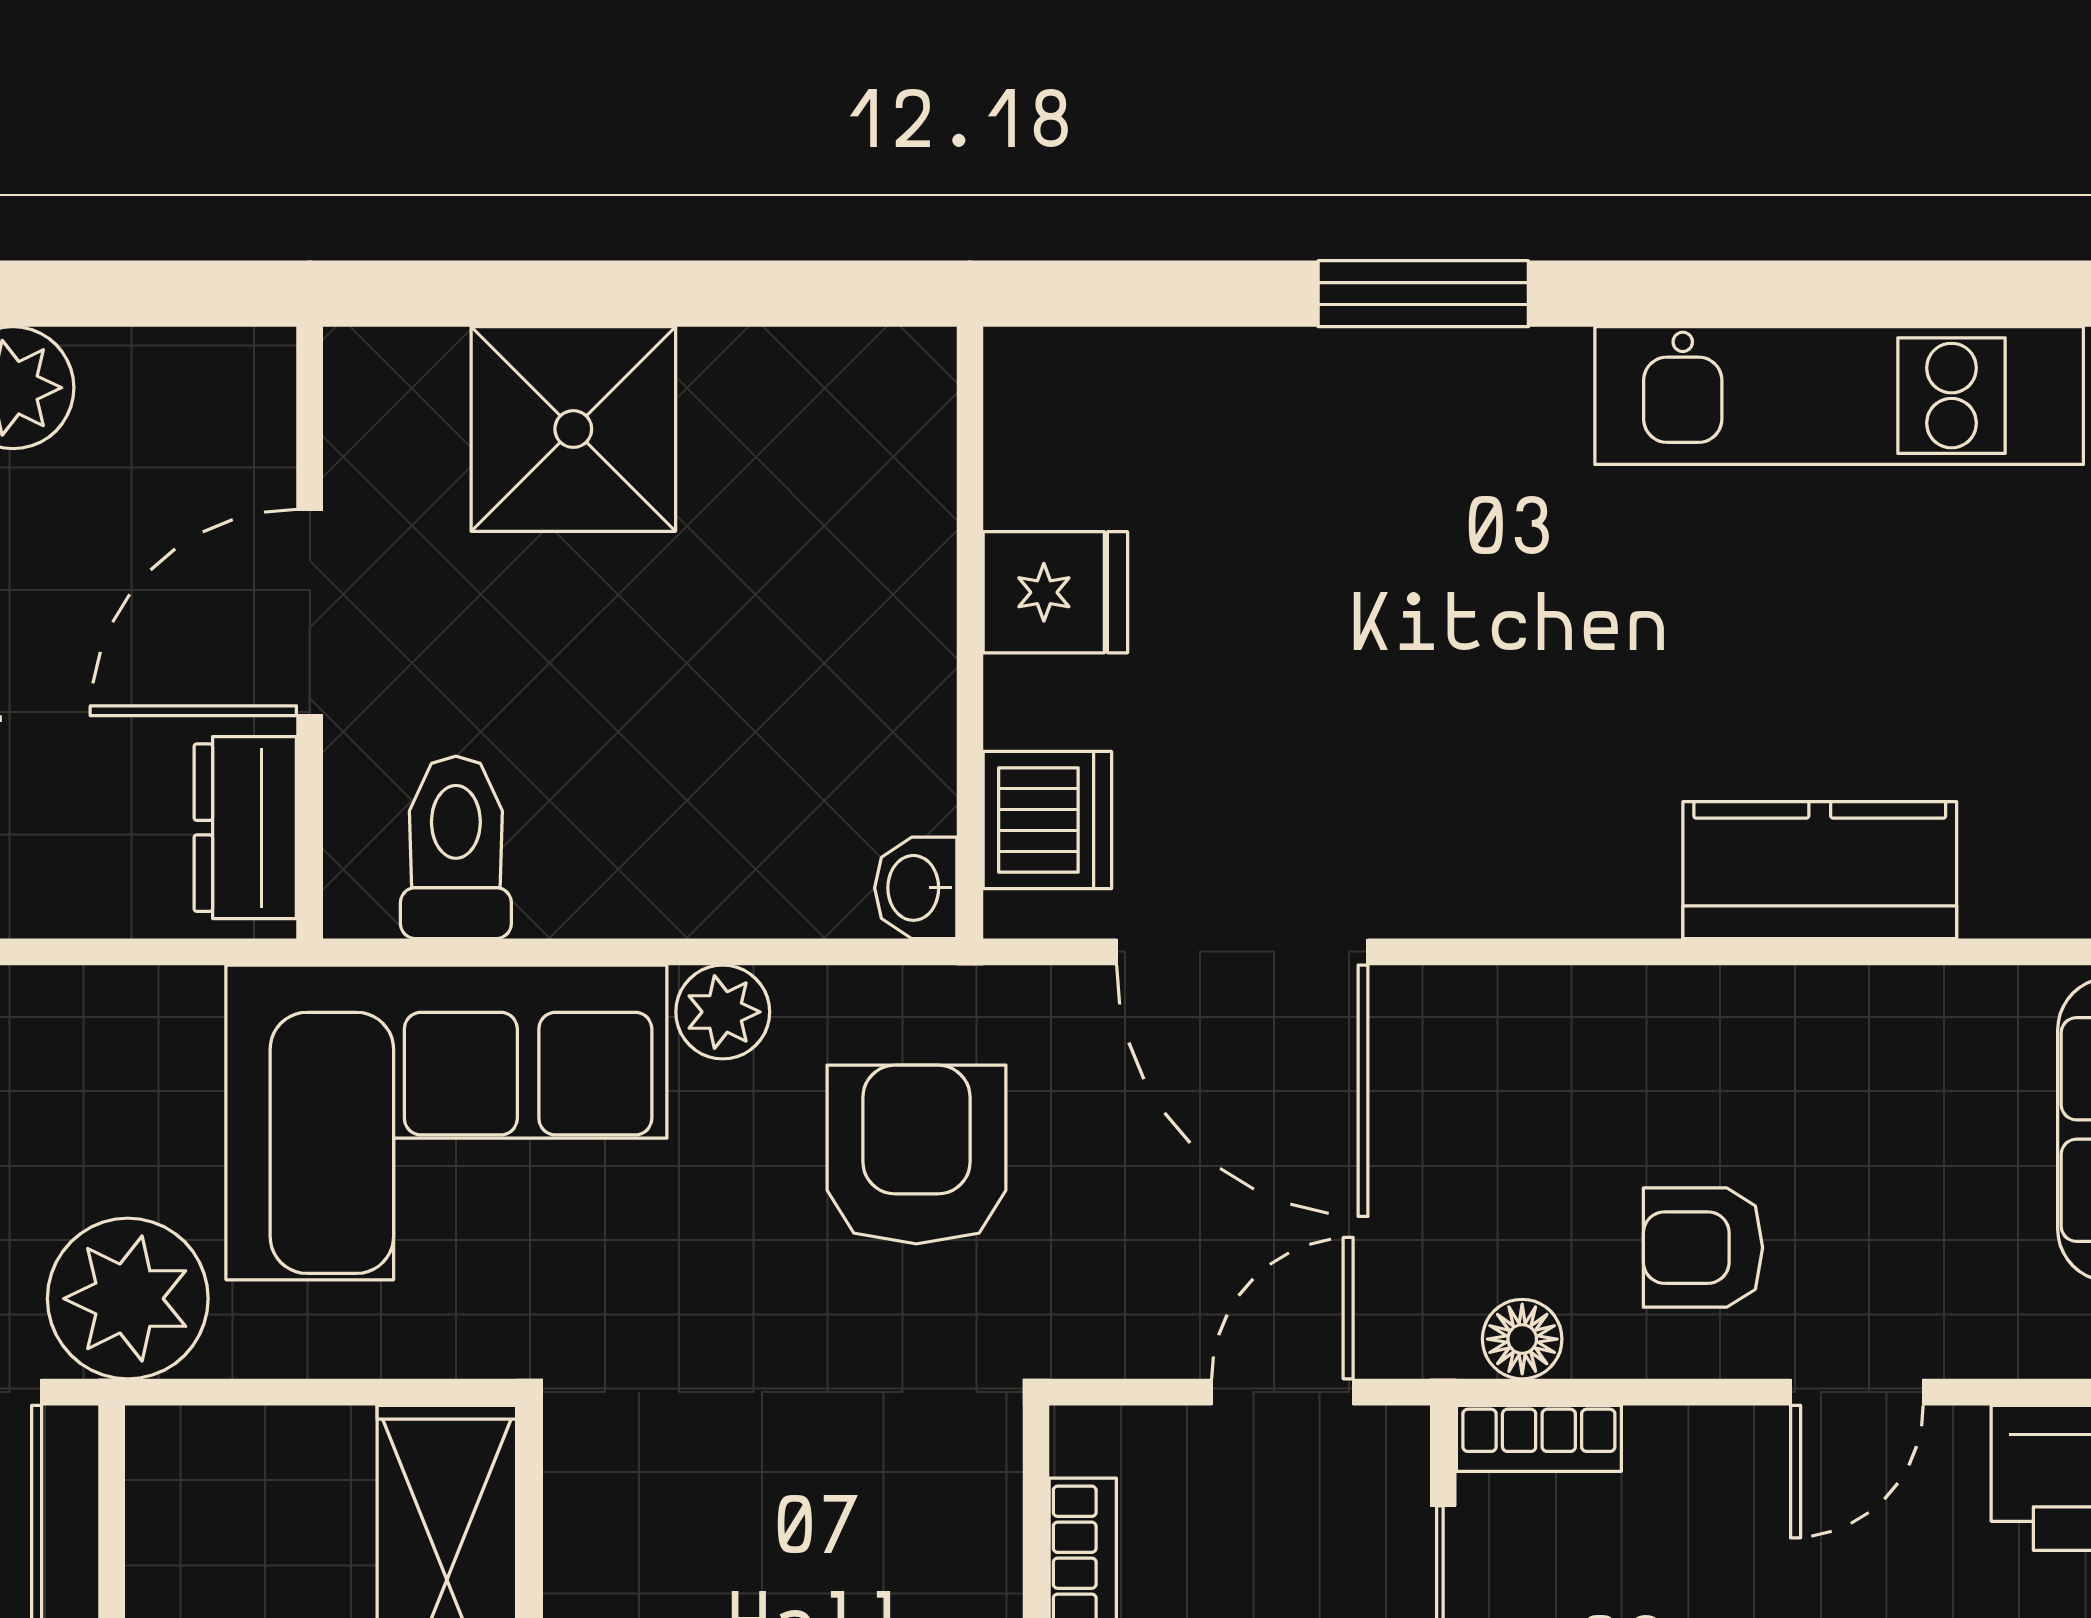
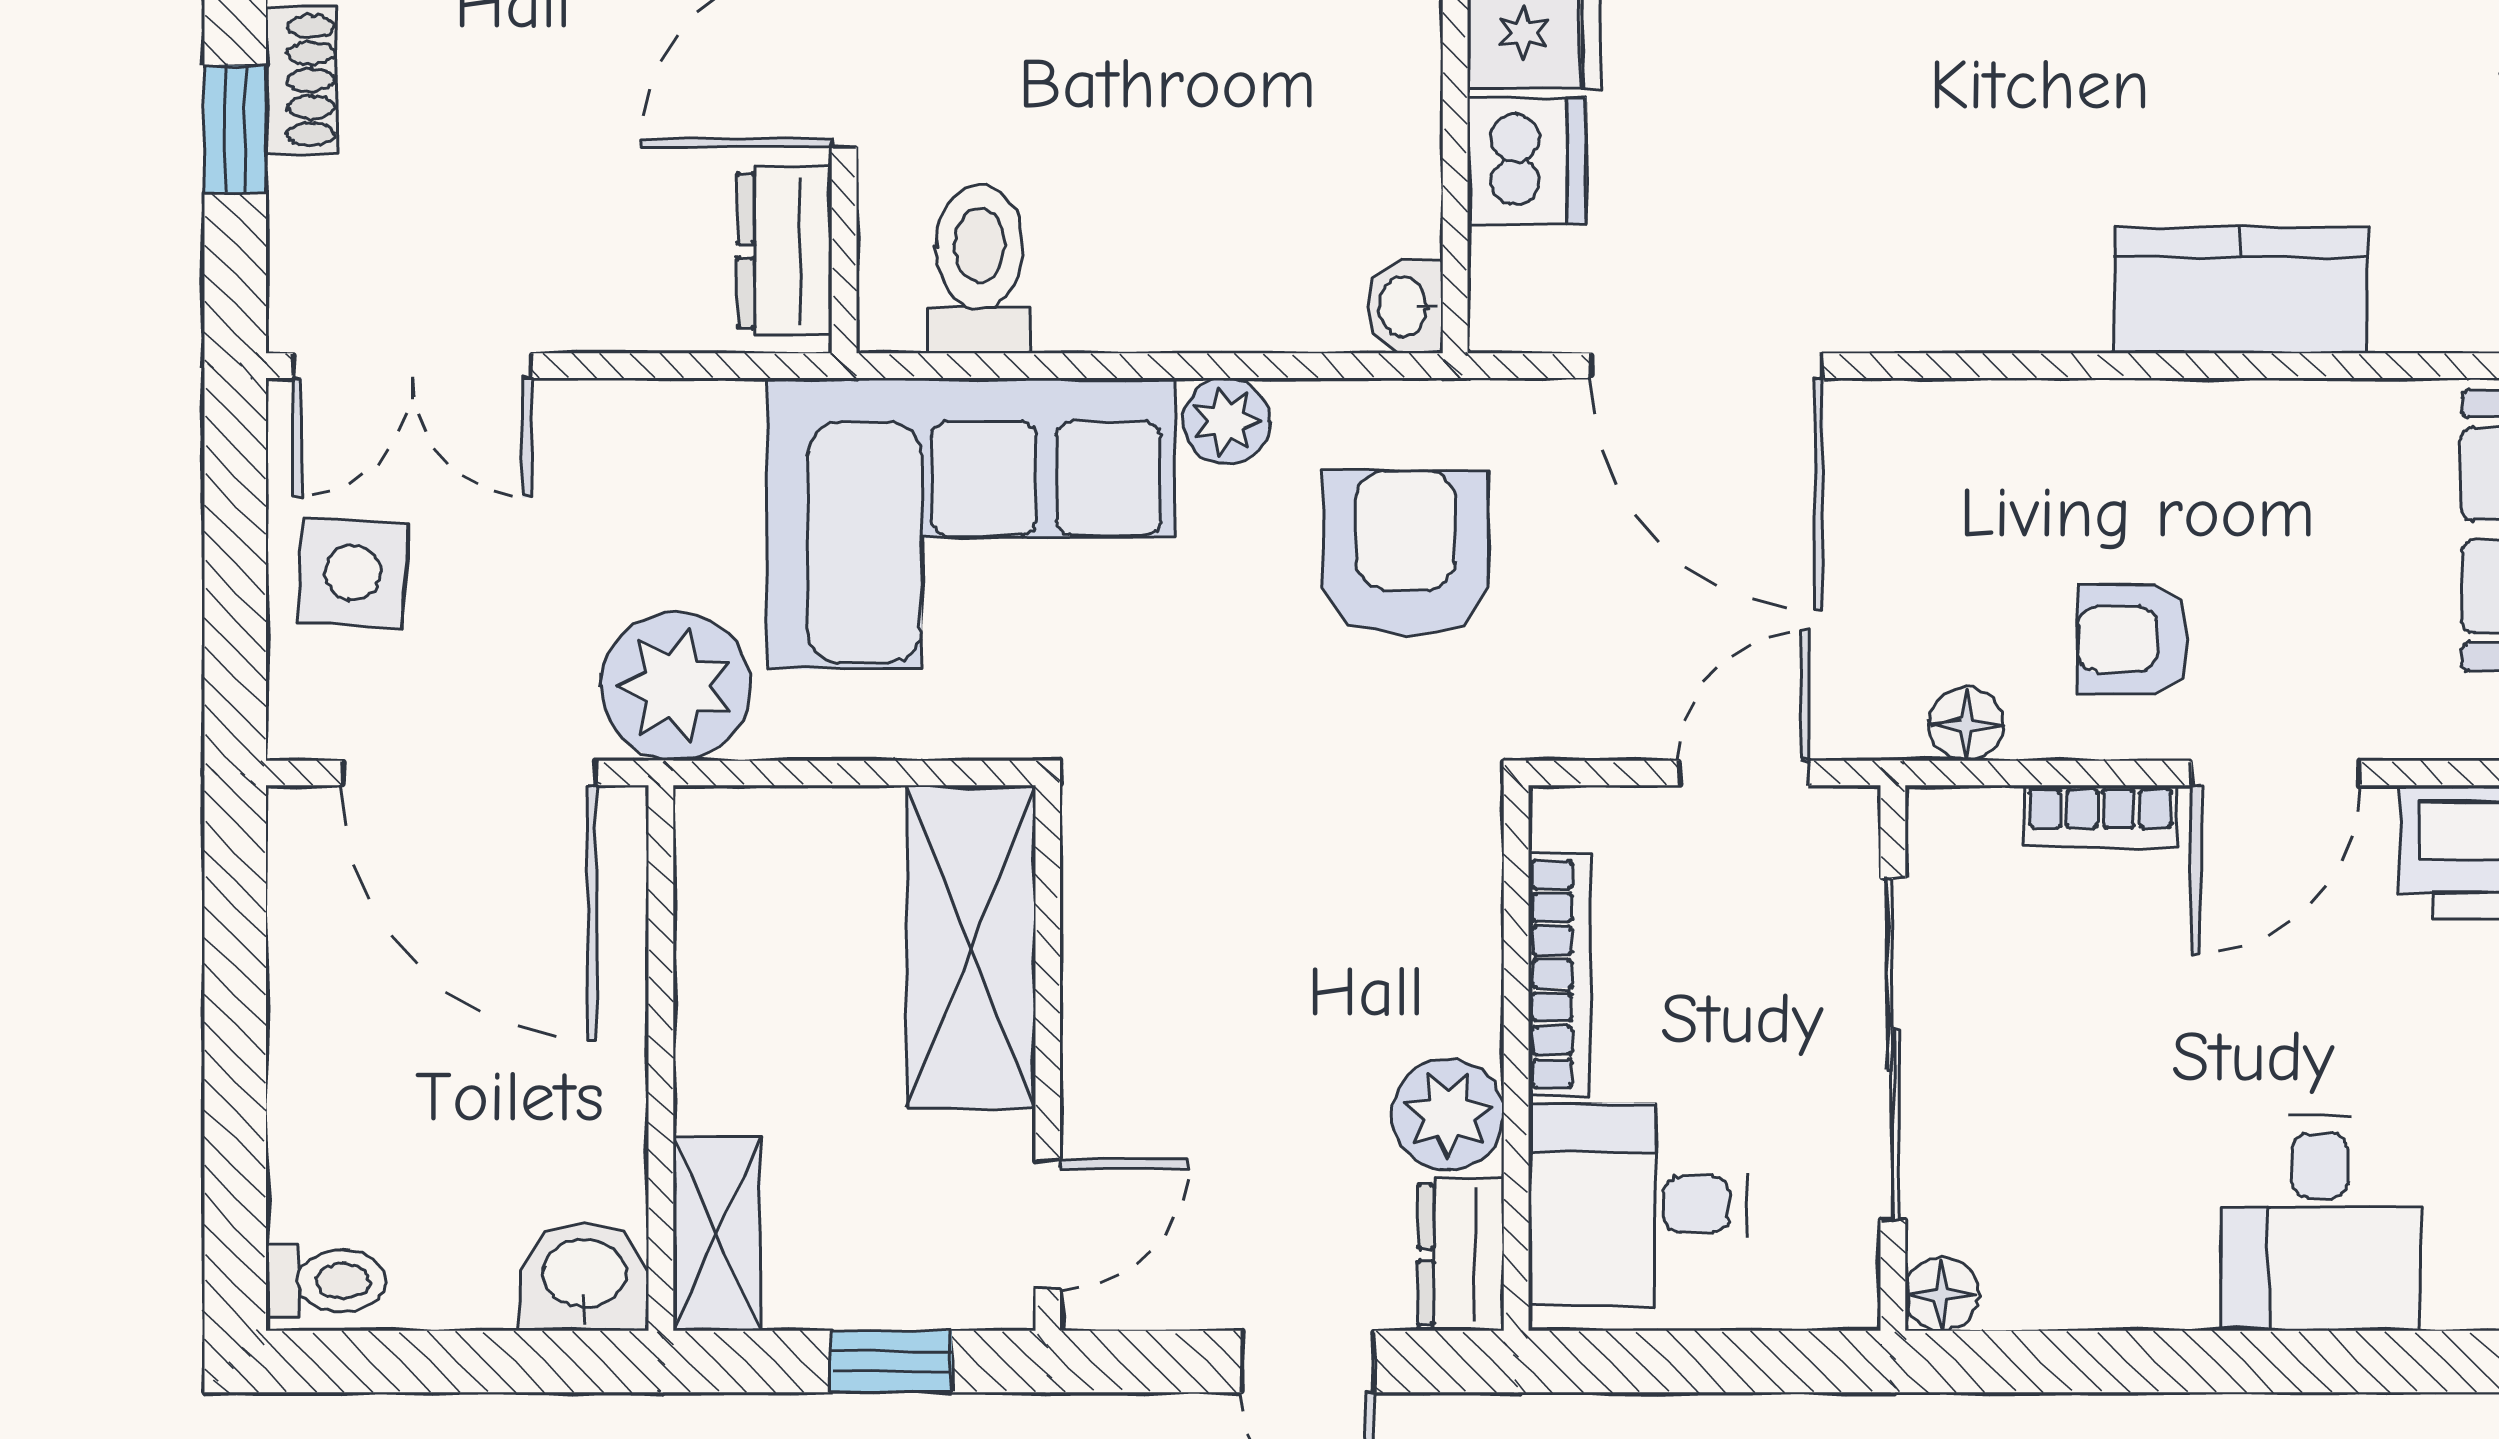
dishwasher: (1047, 820) -> (1527, 161), moved
door: (1857, 1392) -> (2276, 773), width x1.38
bookcase: (1539, 1438) -> (2100, 816), moved

